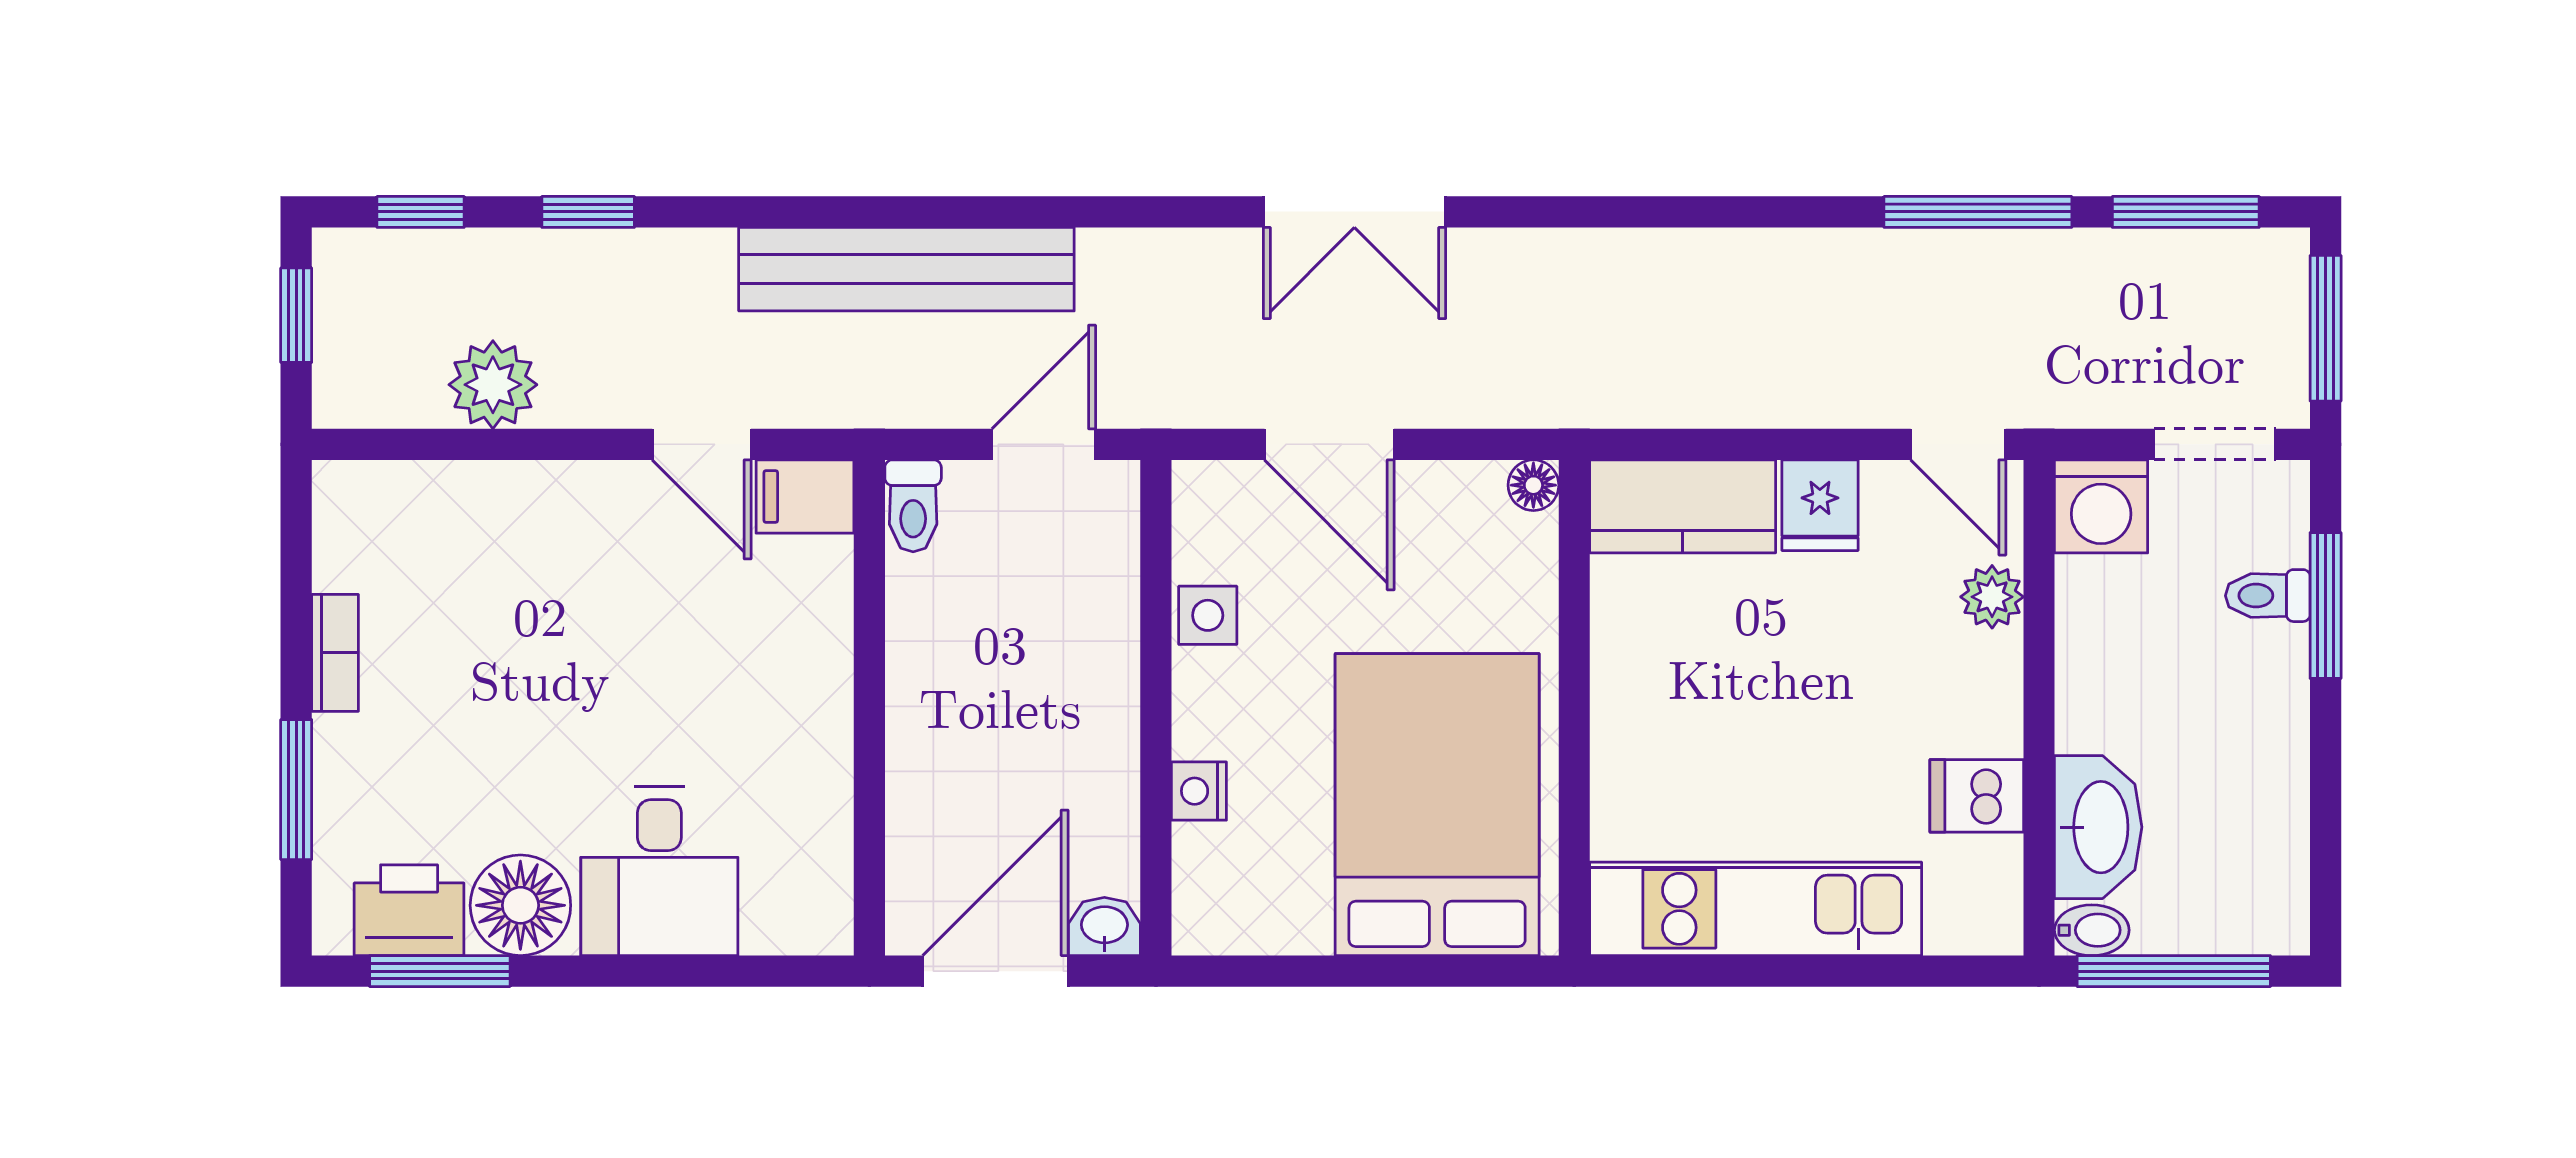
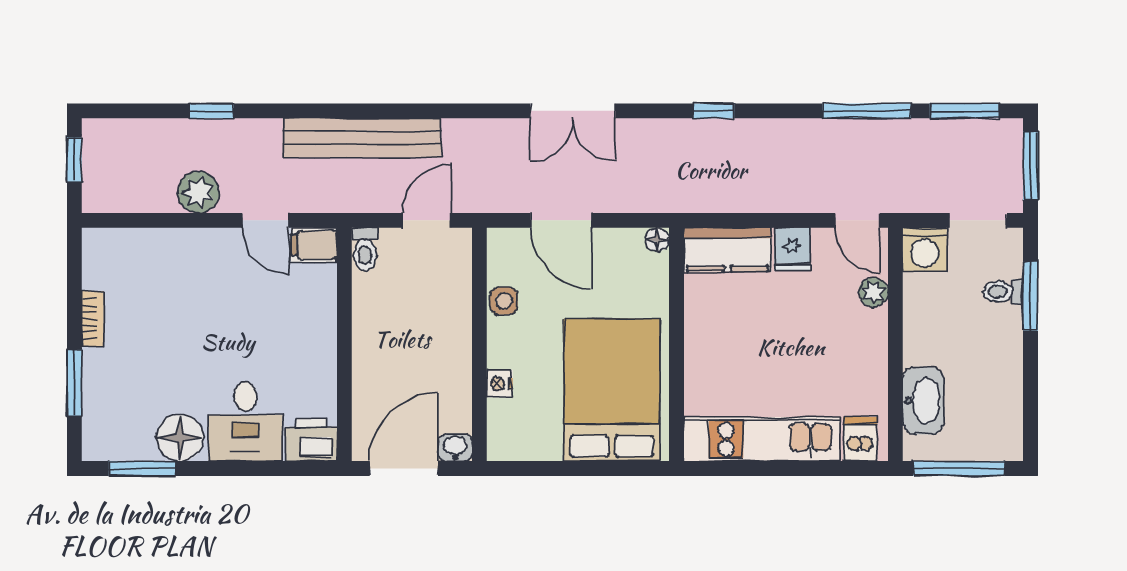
window: (421, 212) -> (714, 111), moved
plant: (493, 385) -> (198, 192), moved
dishwasher: (1977, 796) -> (860, 439), moved, turned 90
printer: (409, 910) -> (311, 440), moved
bidet: (2092, 930) -> (920, 449), removed

